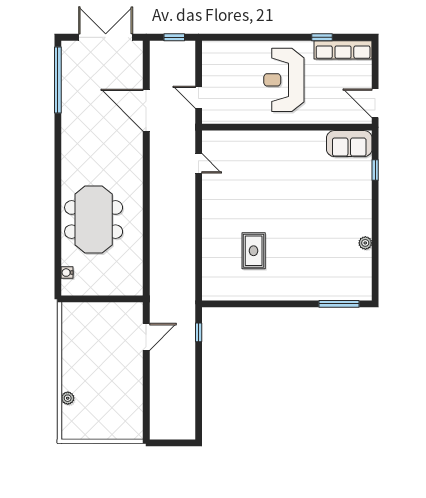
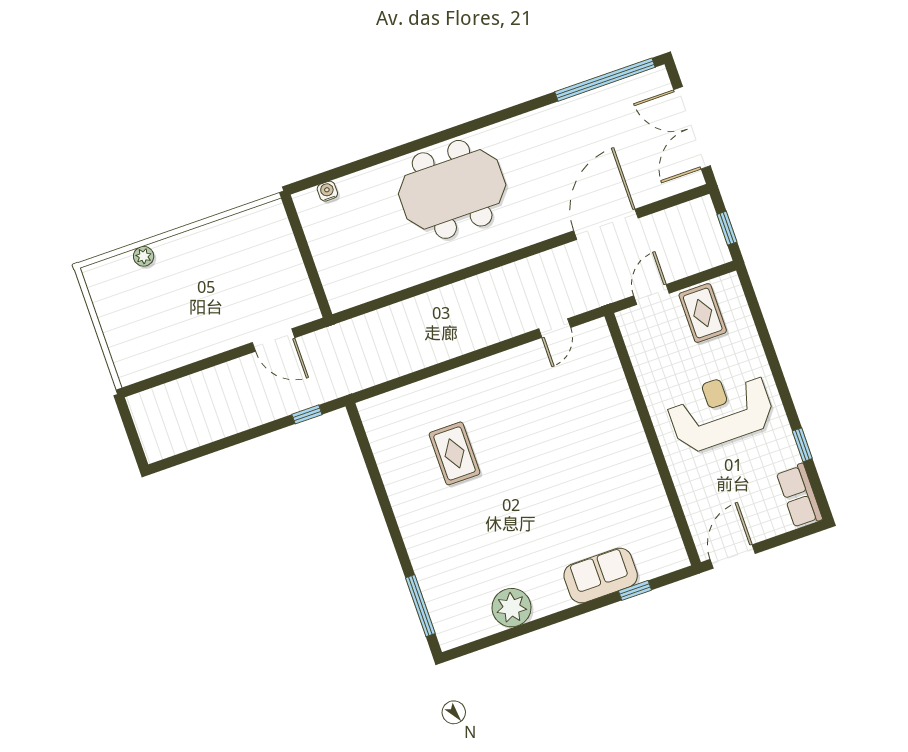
double door: (106, 37) -> (692, 128), swing flipped
row of seats: (343, 50) -> (799, 496), width x0.68
rug: (221, 70) -> (703, 313), added
sofa: (349, 144) -> (601, 575), moved, turned 90
meeting table: (94, 220) -> (452, 189), moved
plant: (365, 243) -> (511, 608), width x1.88, depth x1.88
rug: (254, 251) -> (455, 453), turned 90

